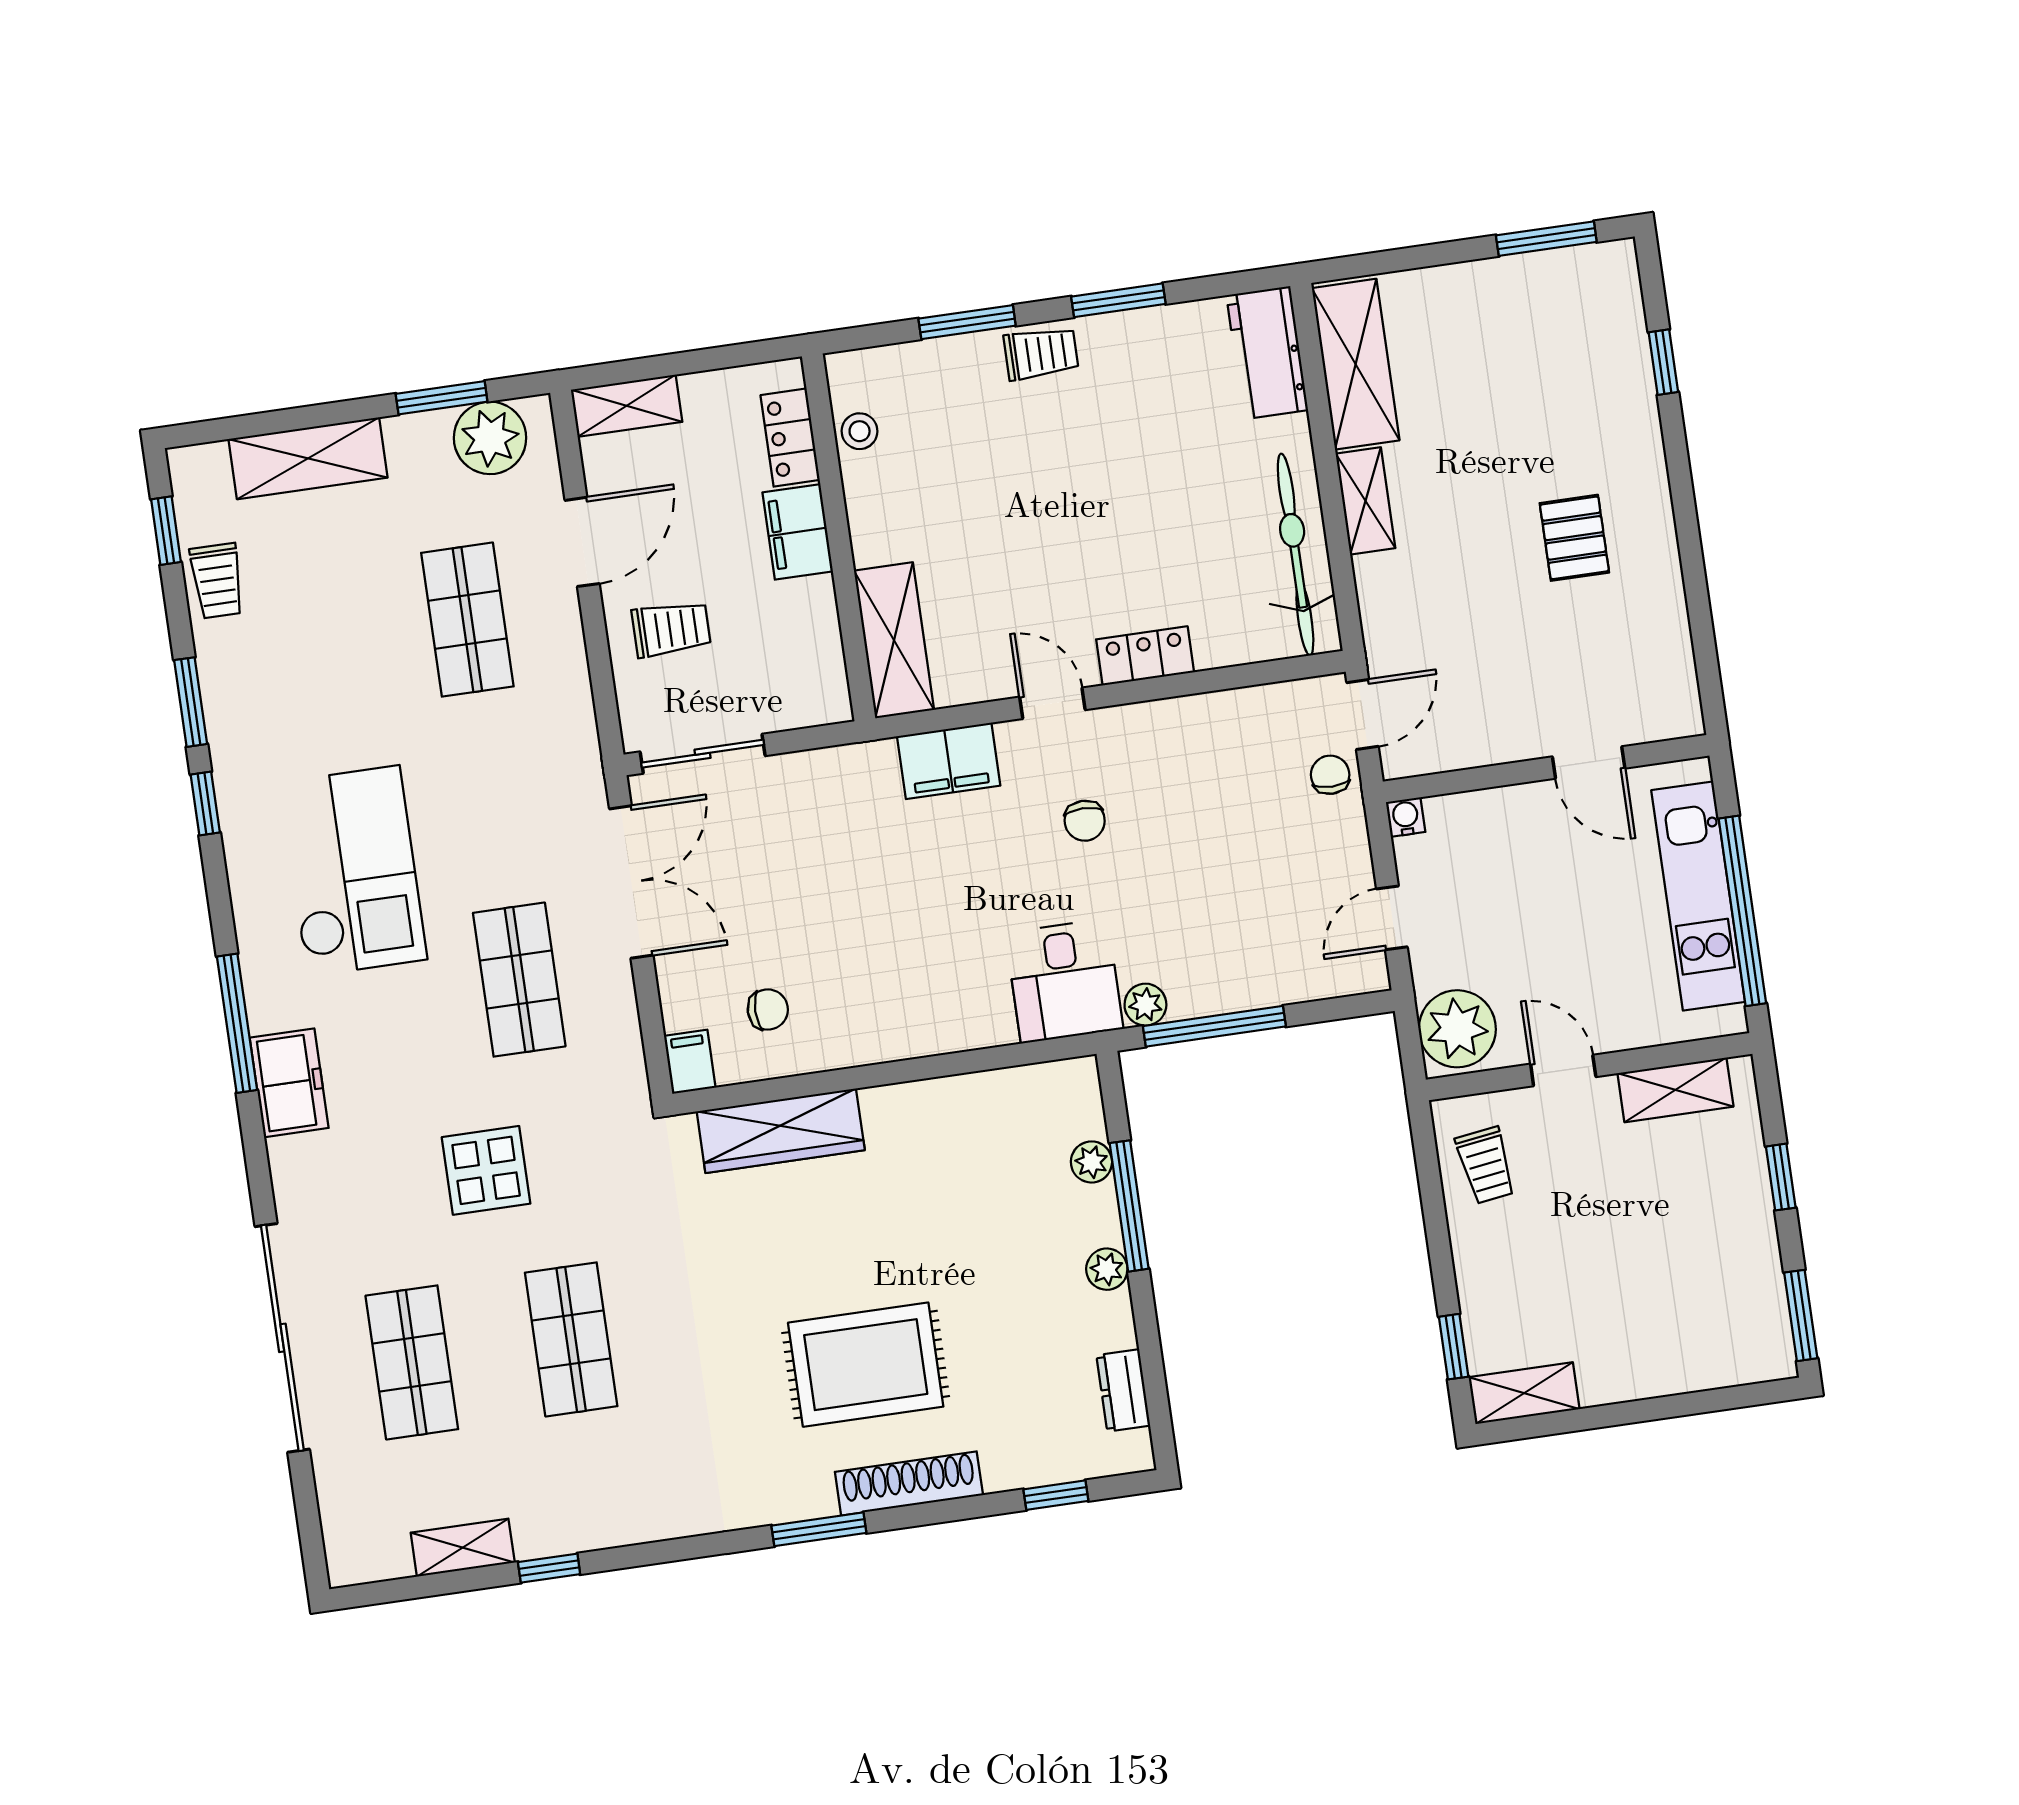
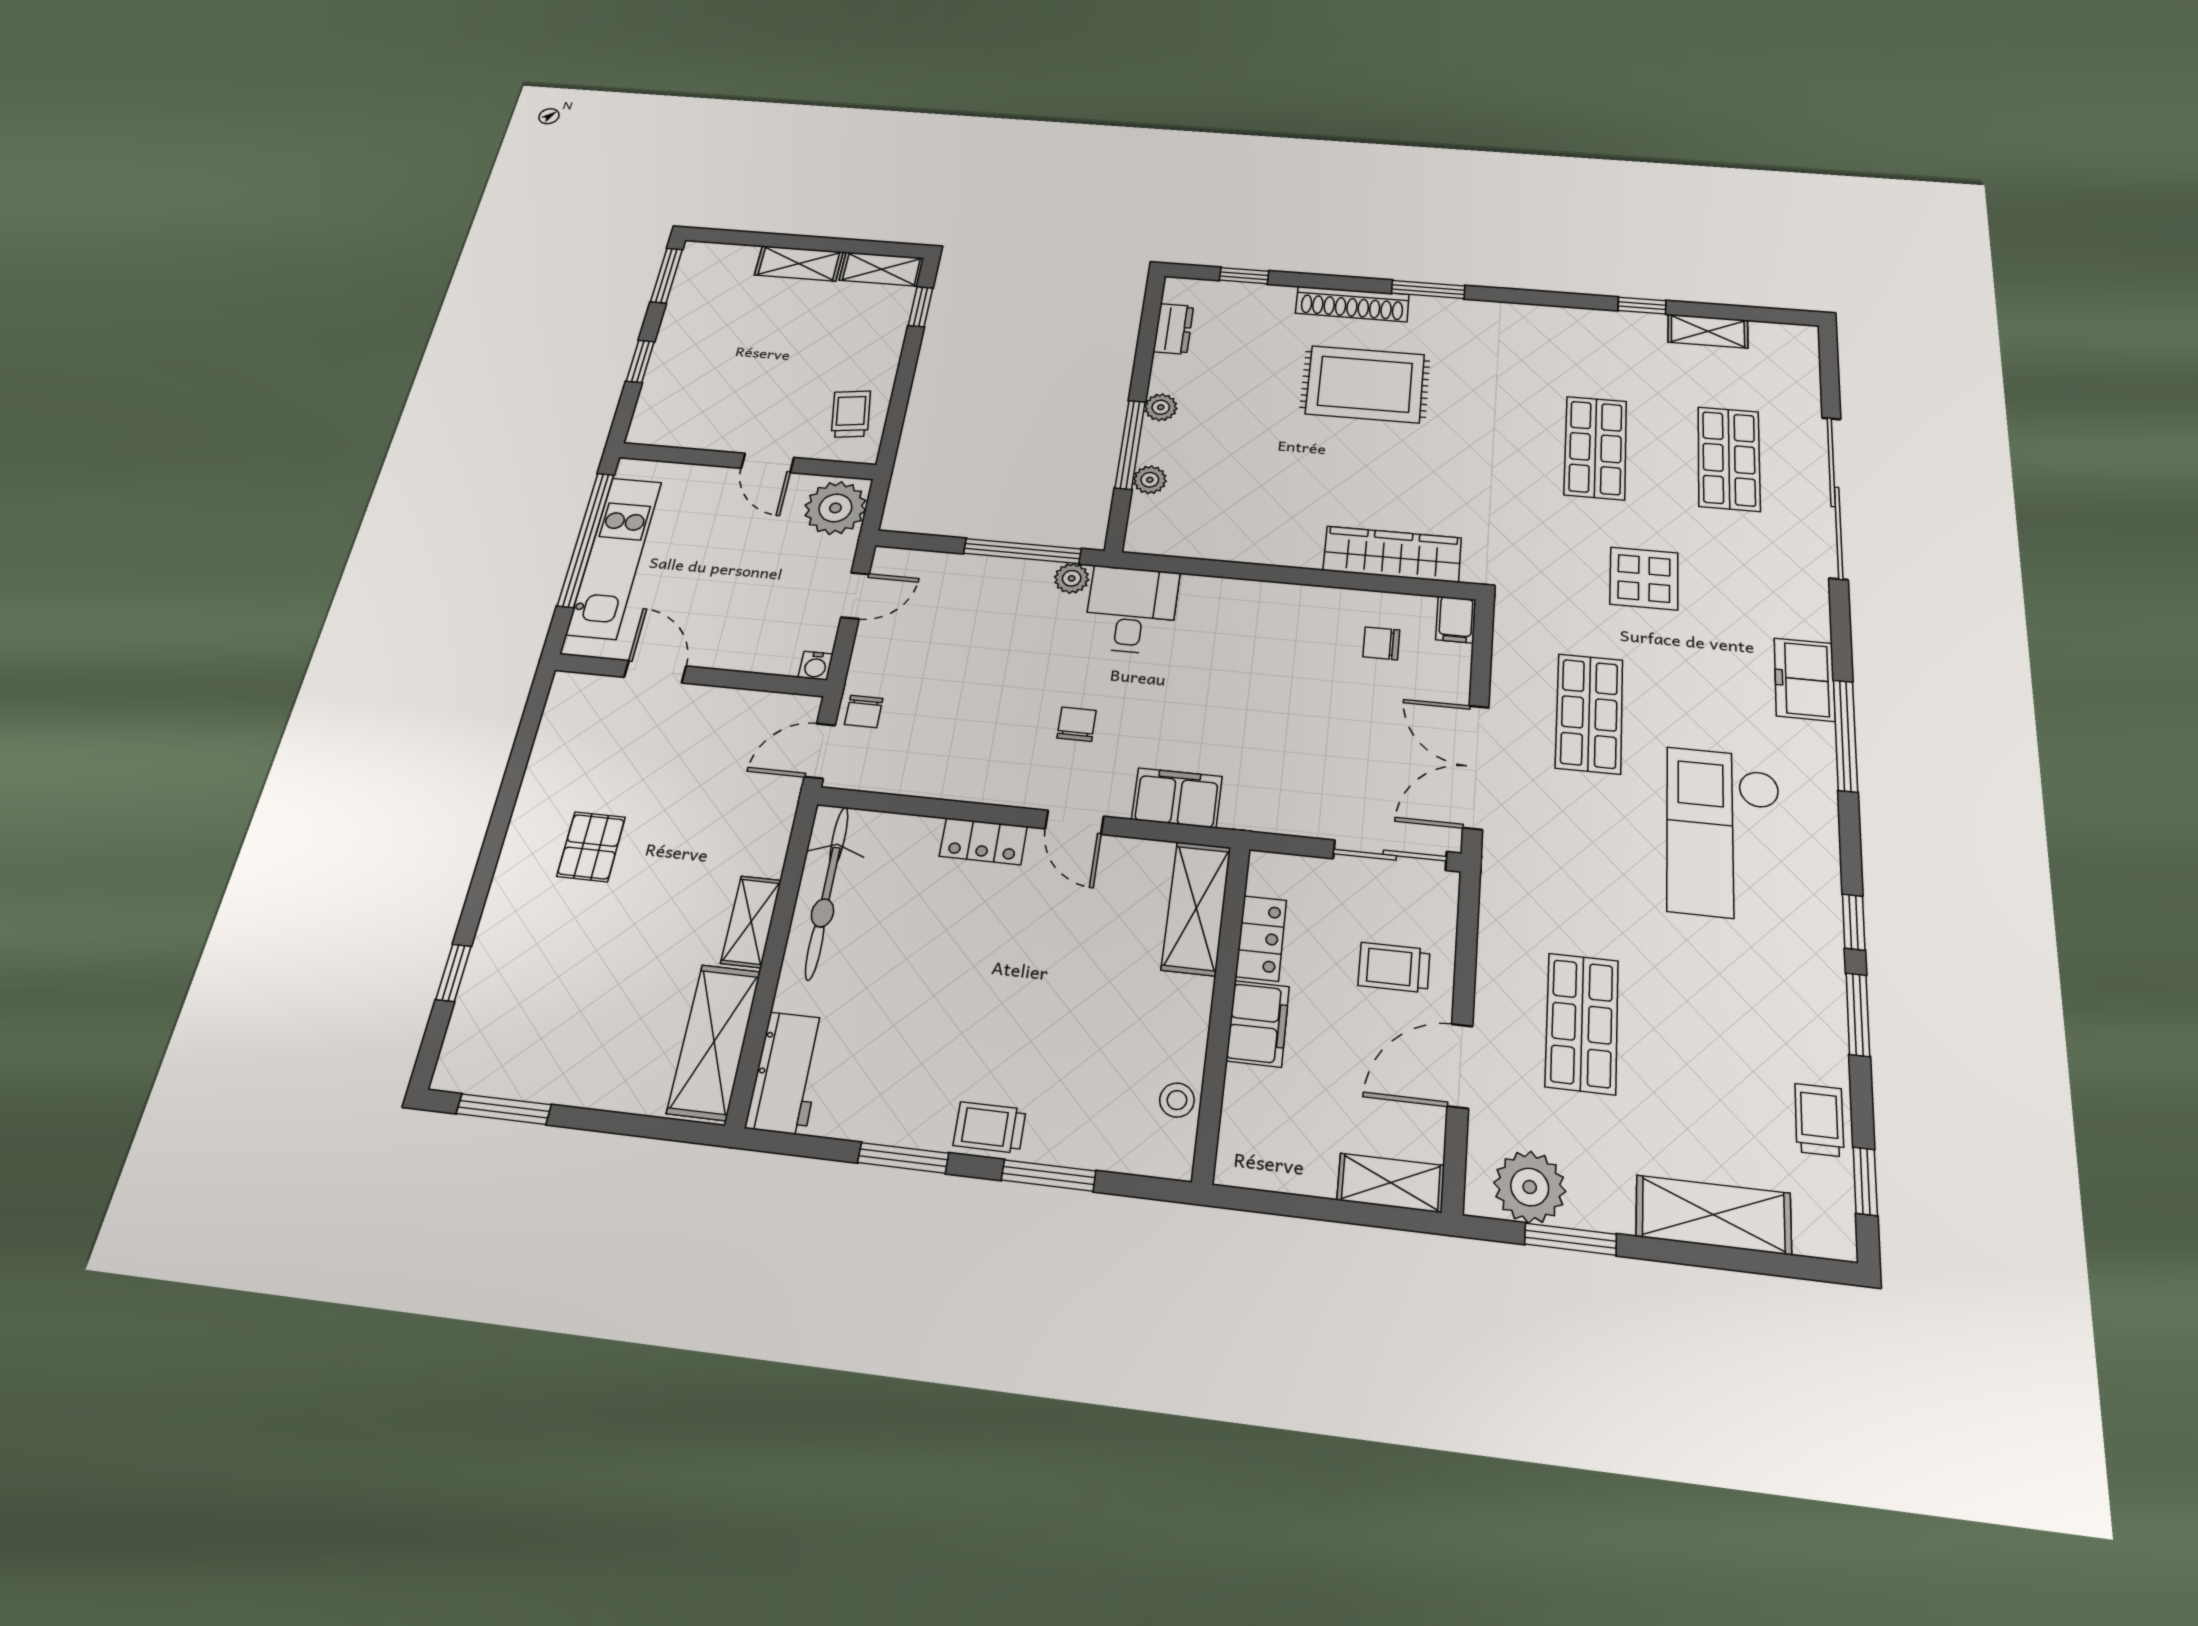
locker: (790, 438) -> (1261, 938), moved
shelving: (1675, 1090) -> (799, 264), moved

